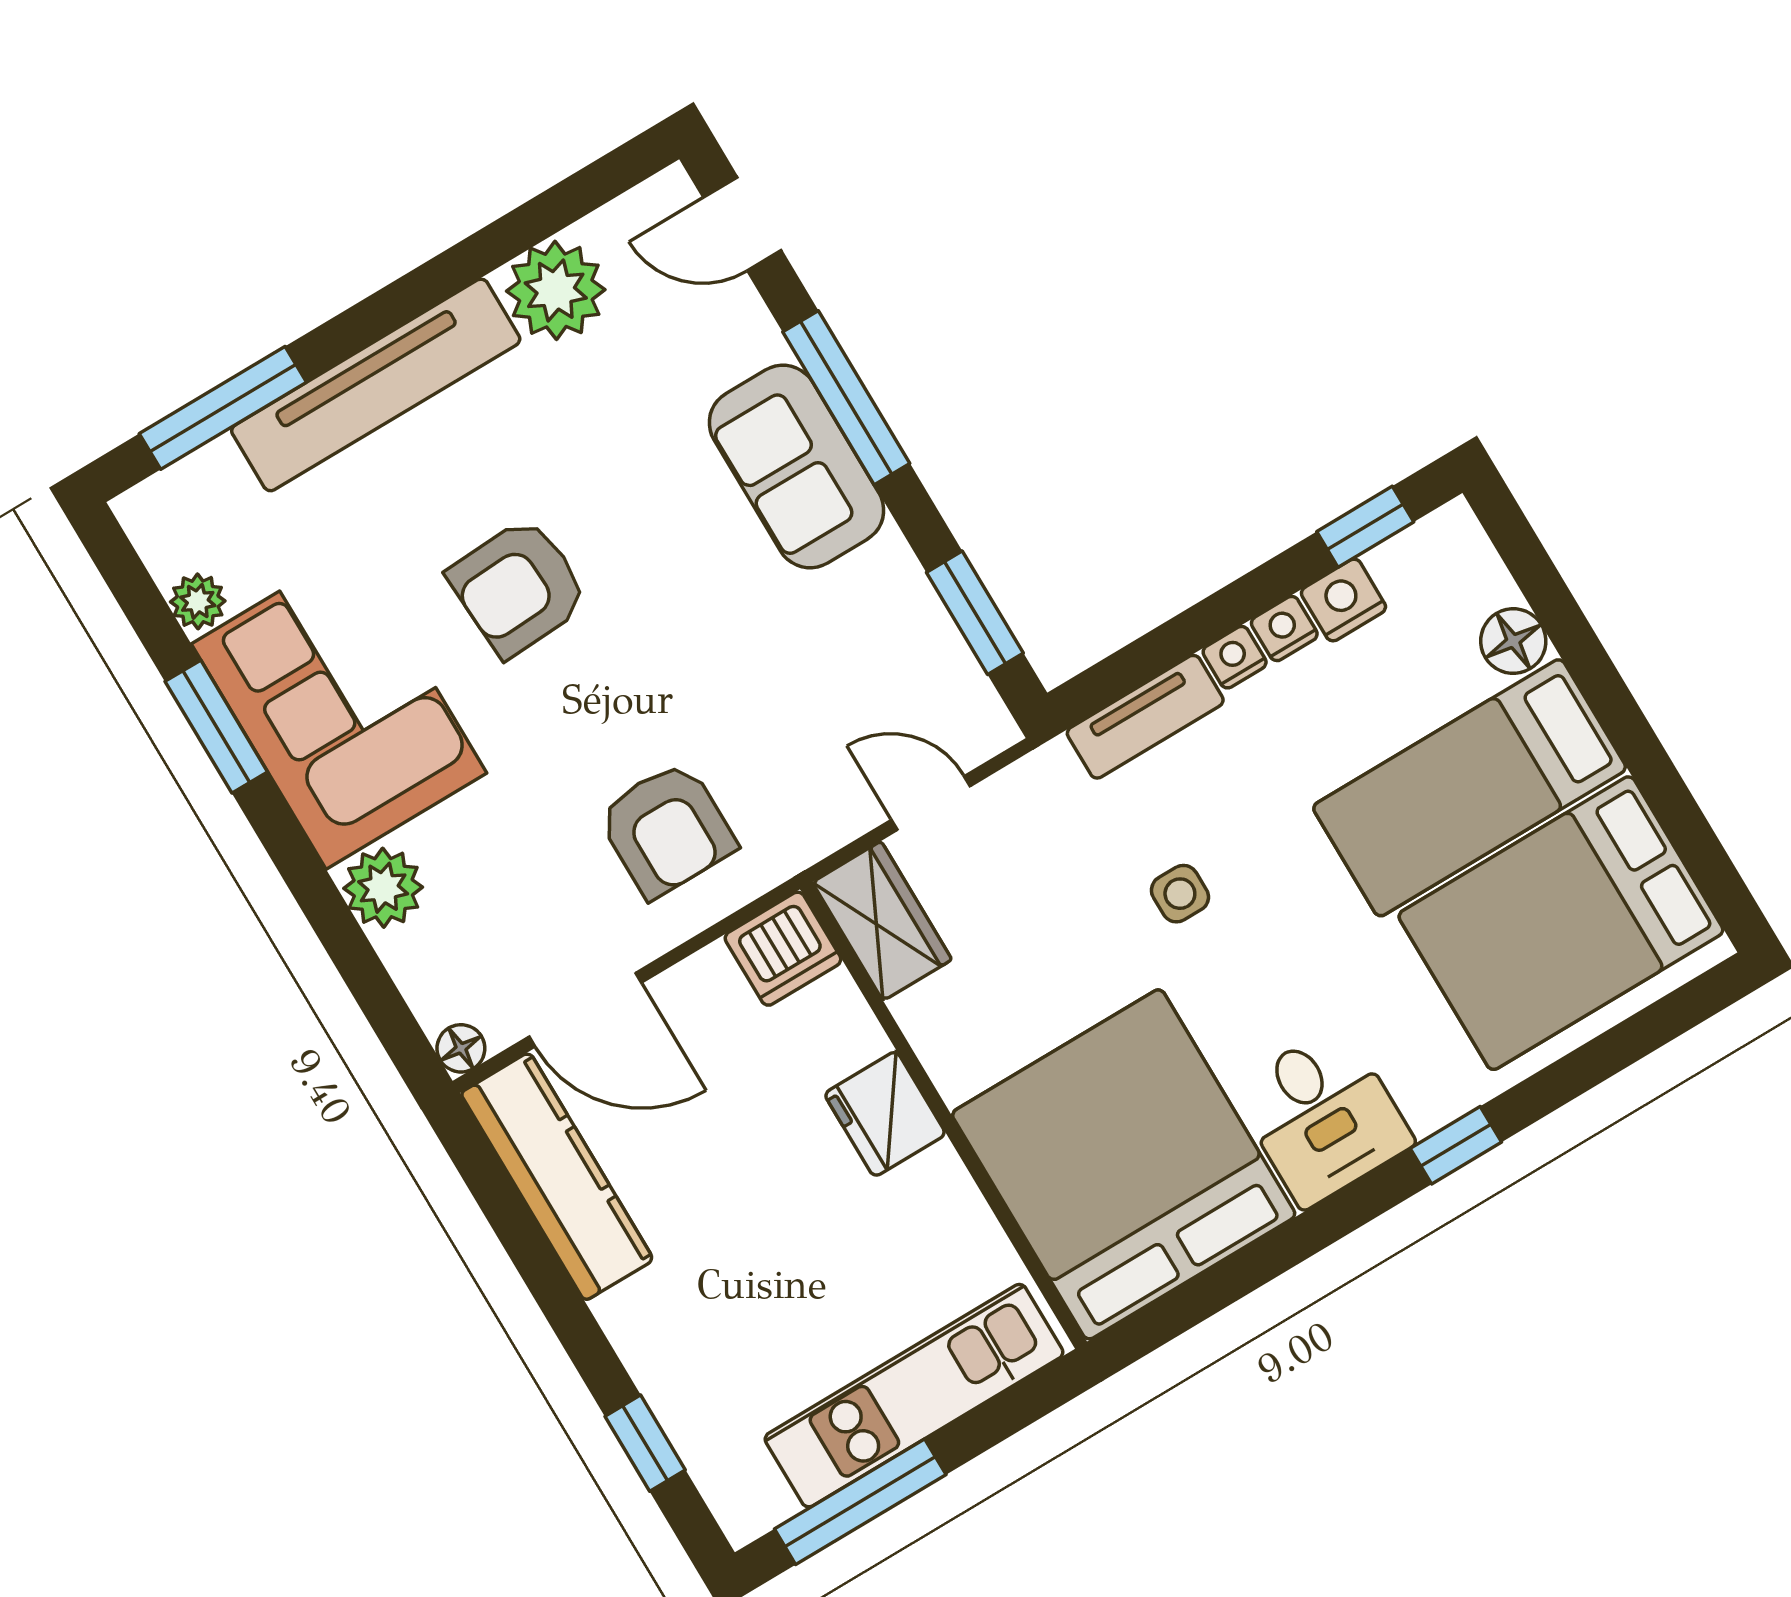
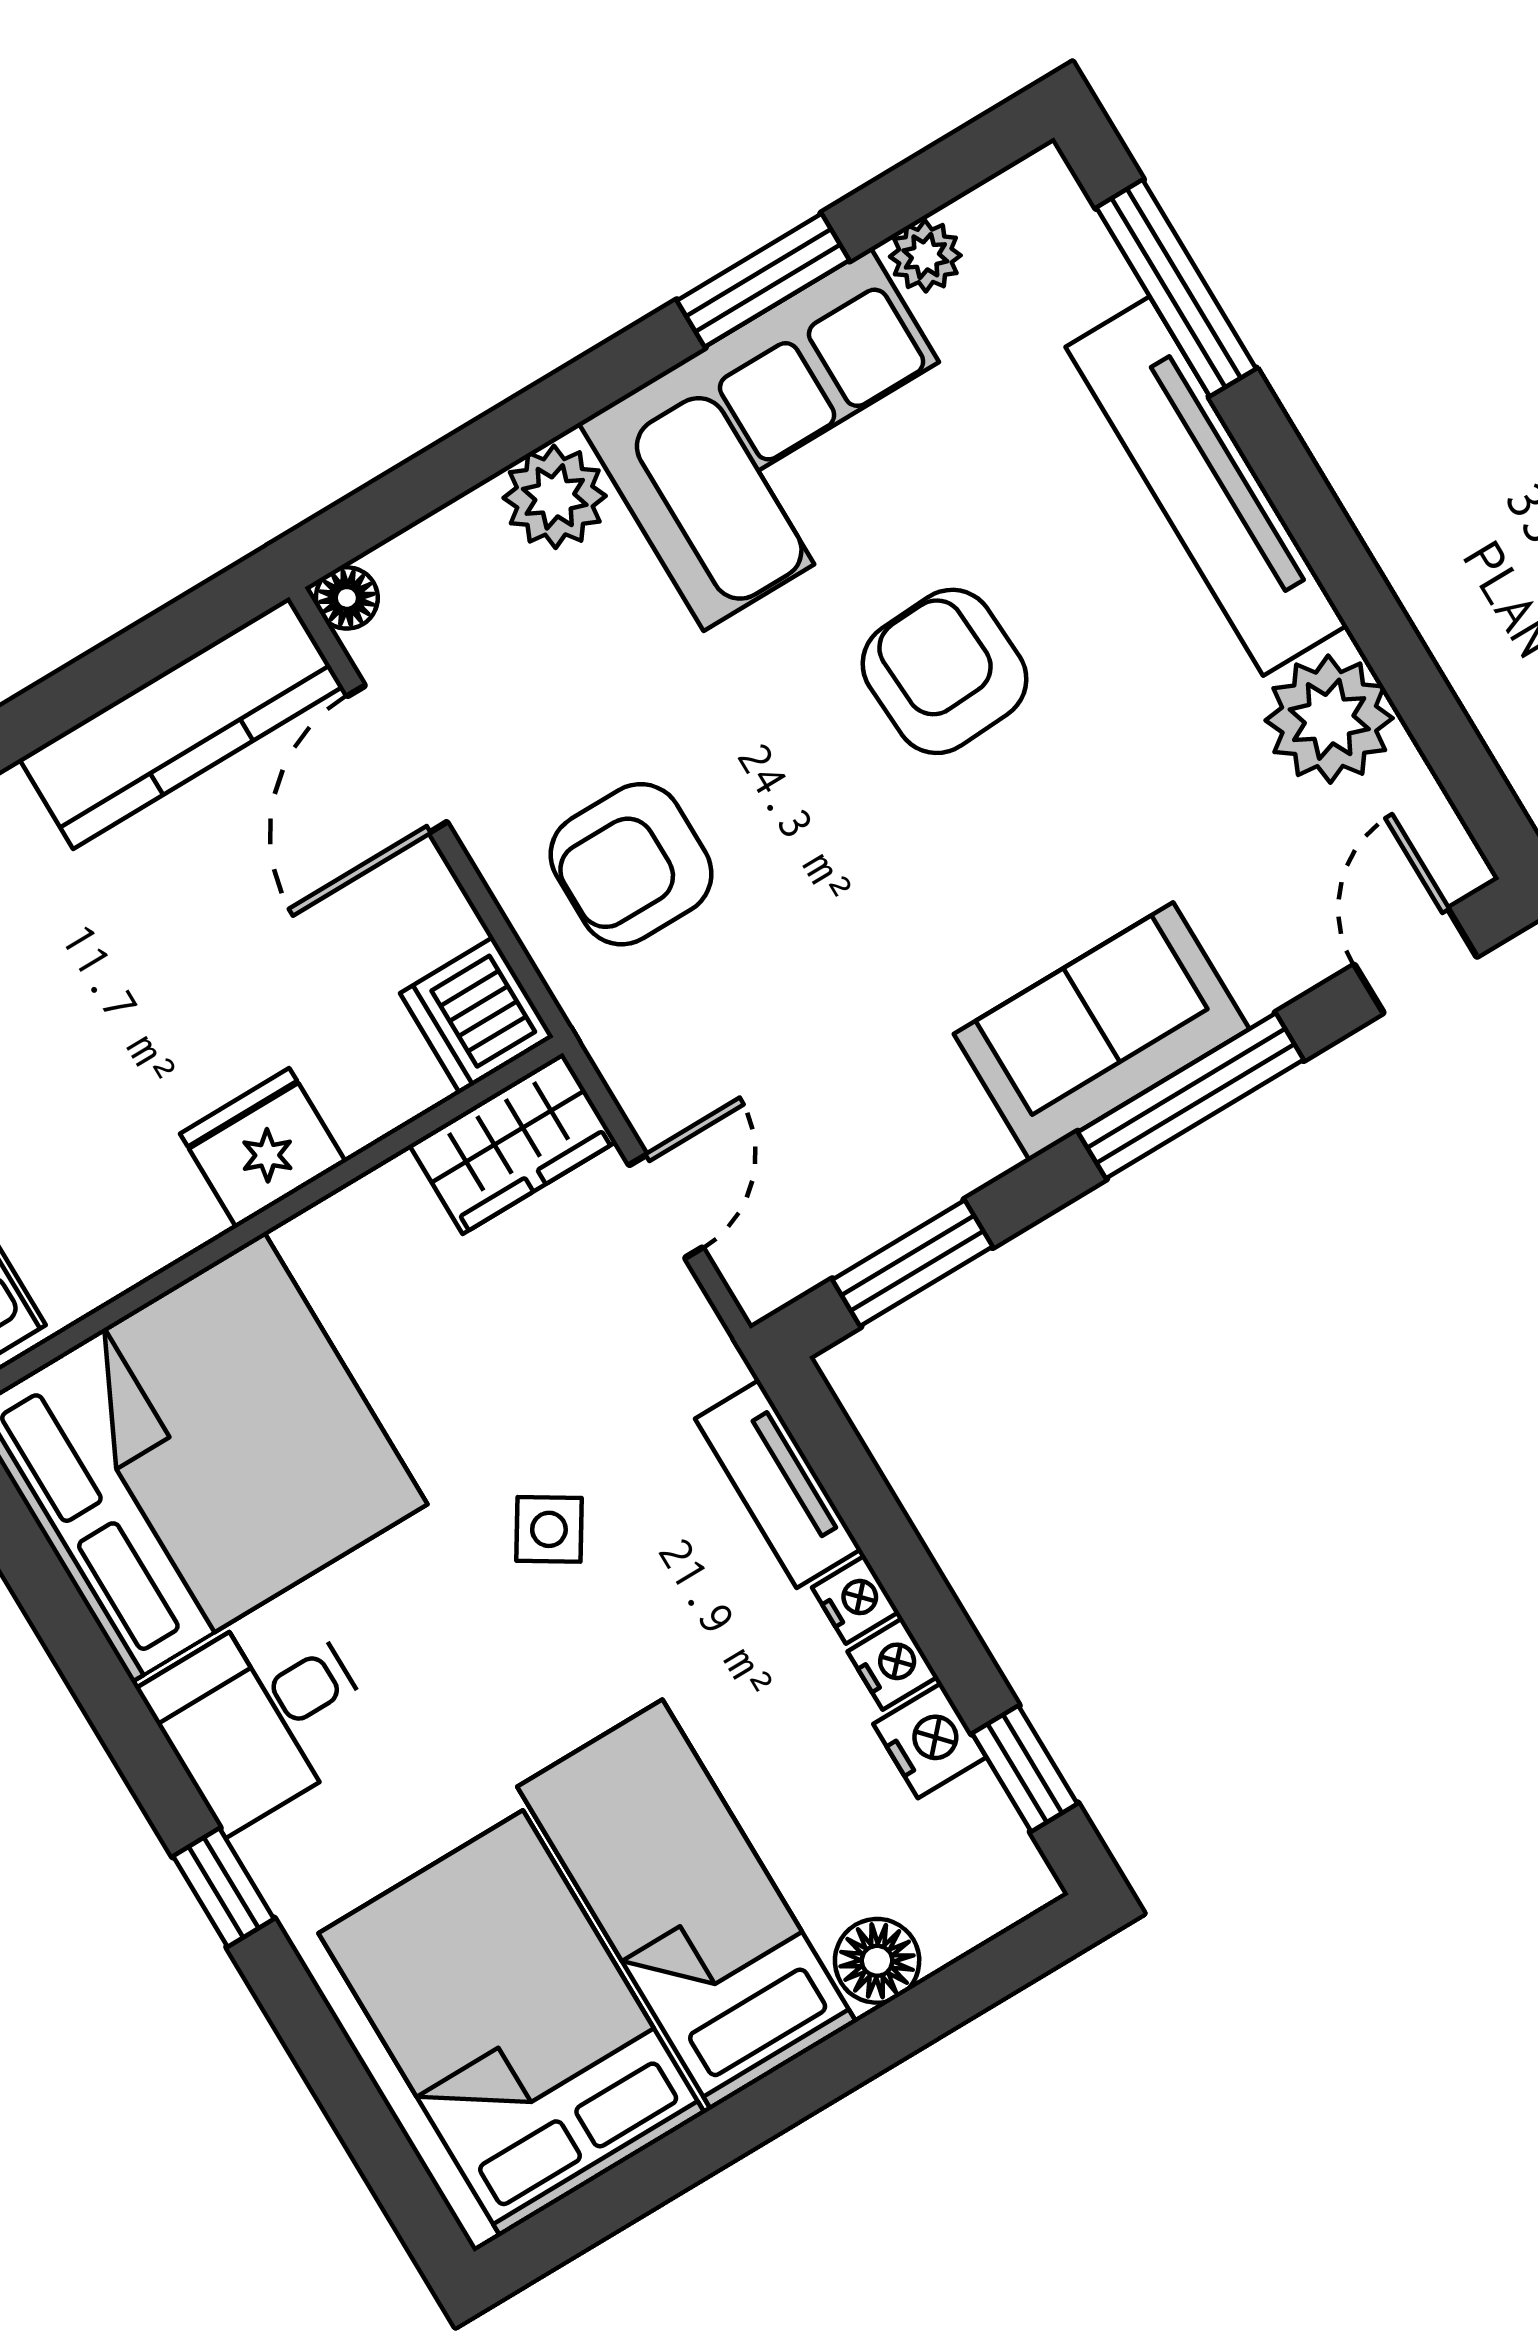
side table: (1180, 894) -> (549, 1529), turned 32

